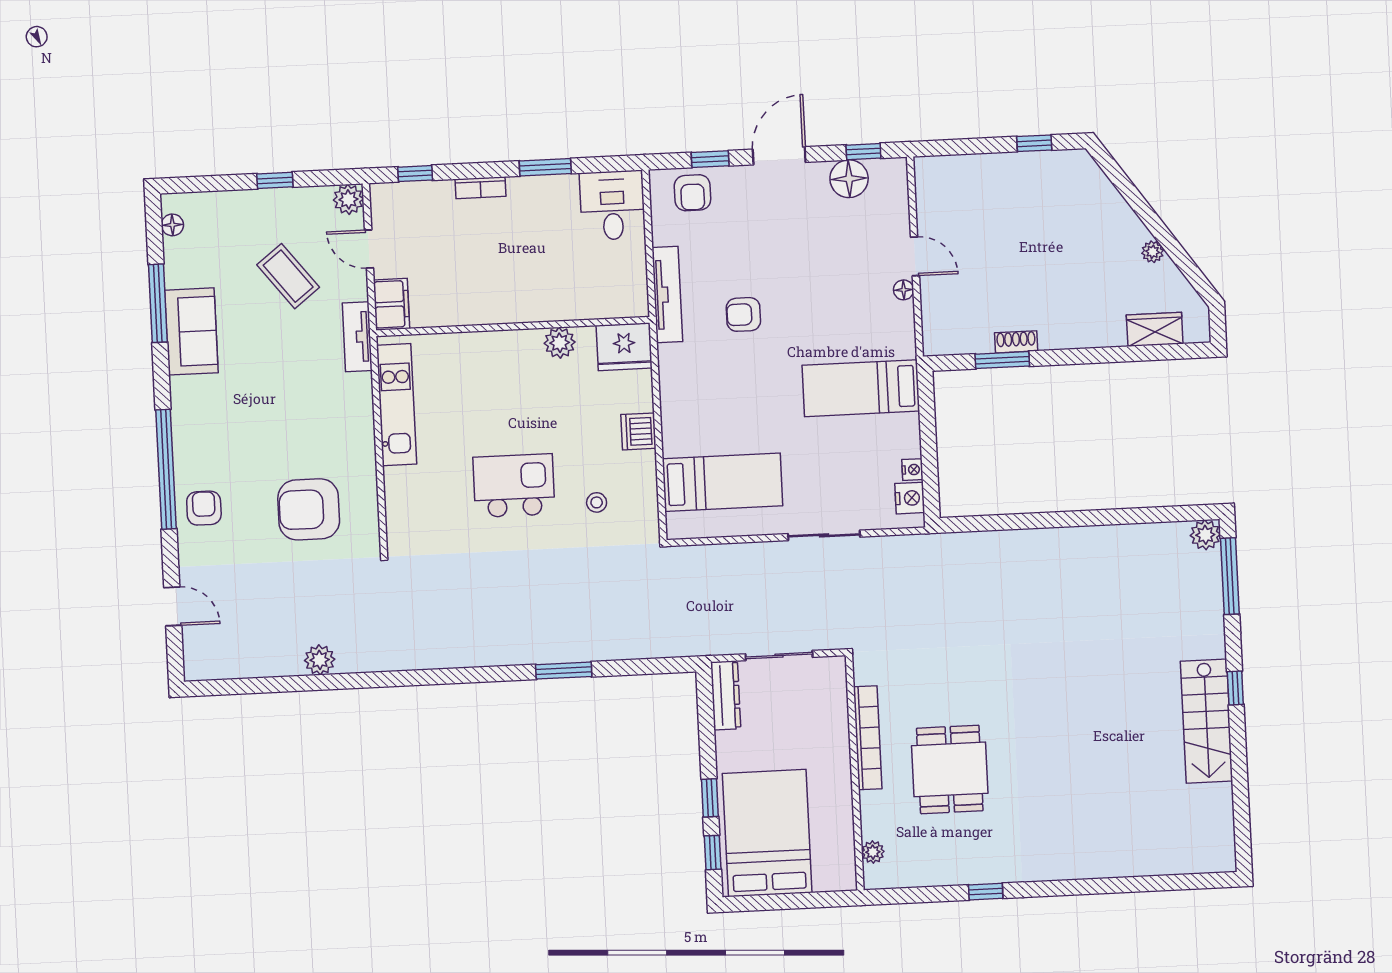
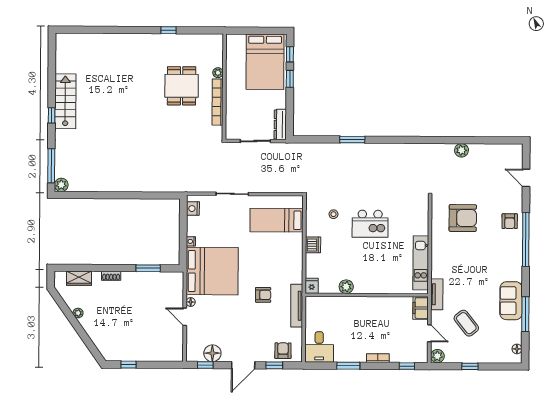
shoe rack: (1016, 342) -> (111, 276), moved
fridge: (624, 347) -> (312, 286), width x0.53, depth x0.75
bed: (861, 388) -> (212, 271), width x2.04
nightstand: (912, 470) -> (191, 241), moved
plant: (873, 852) -> (218, 73), moved

